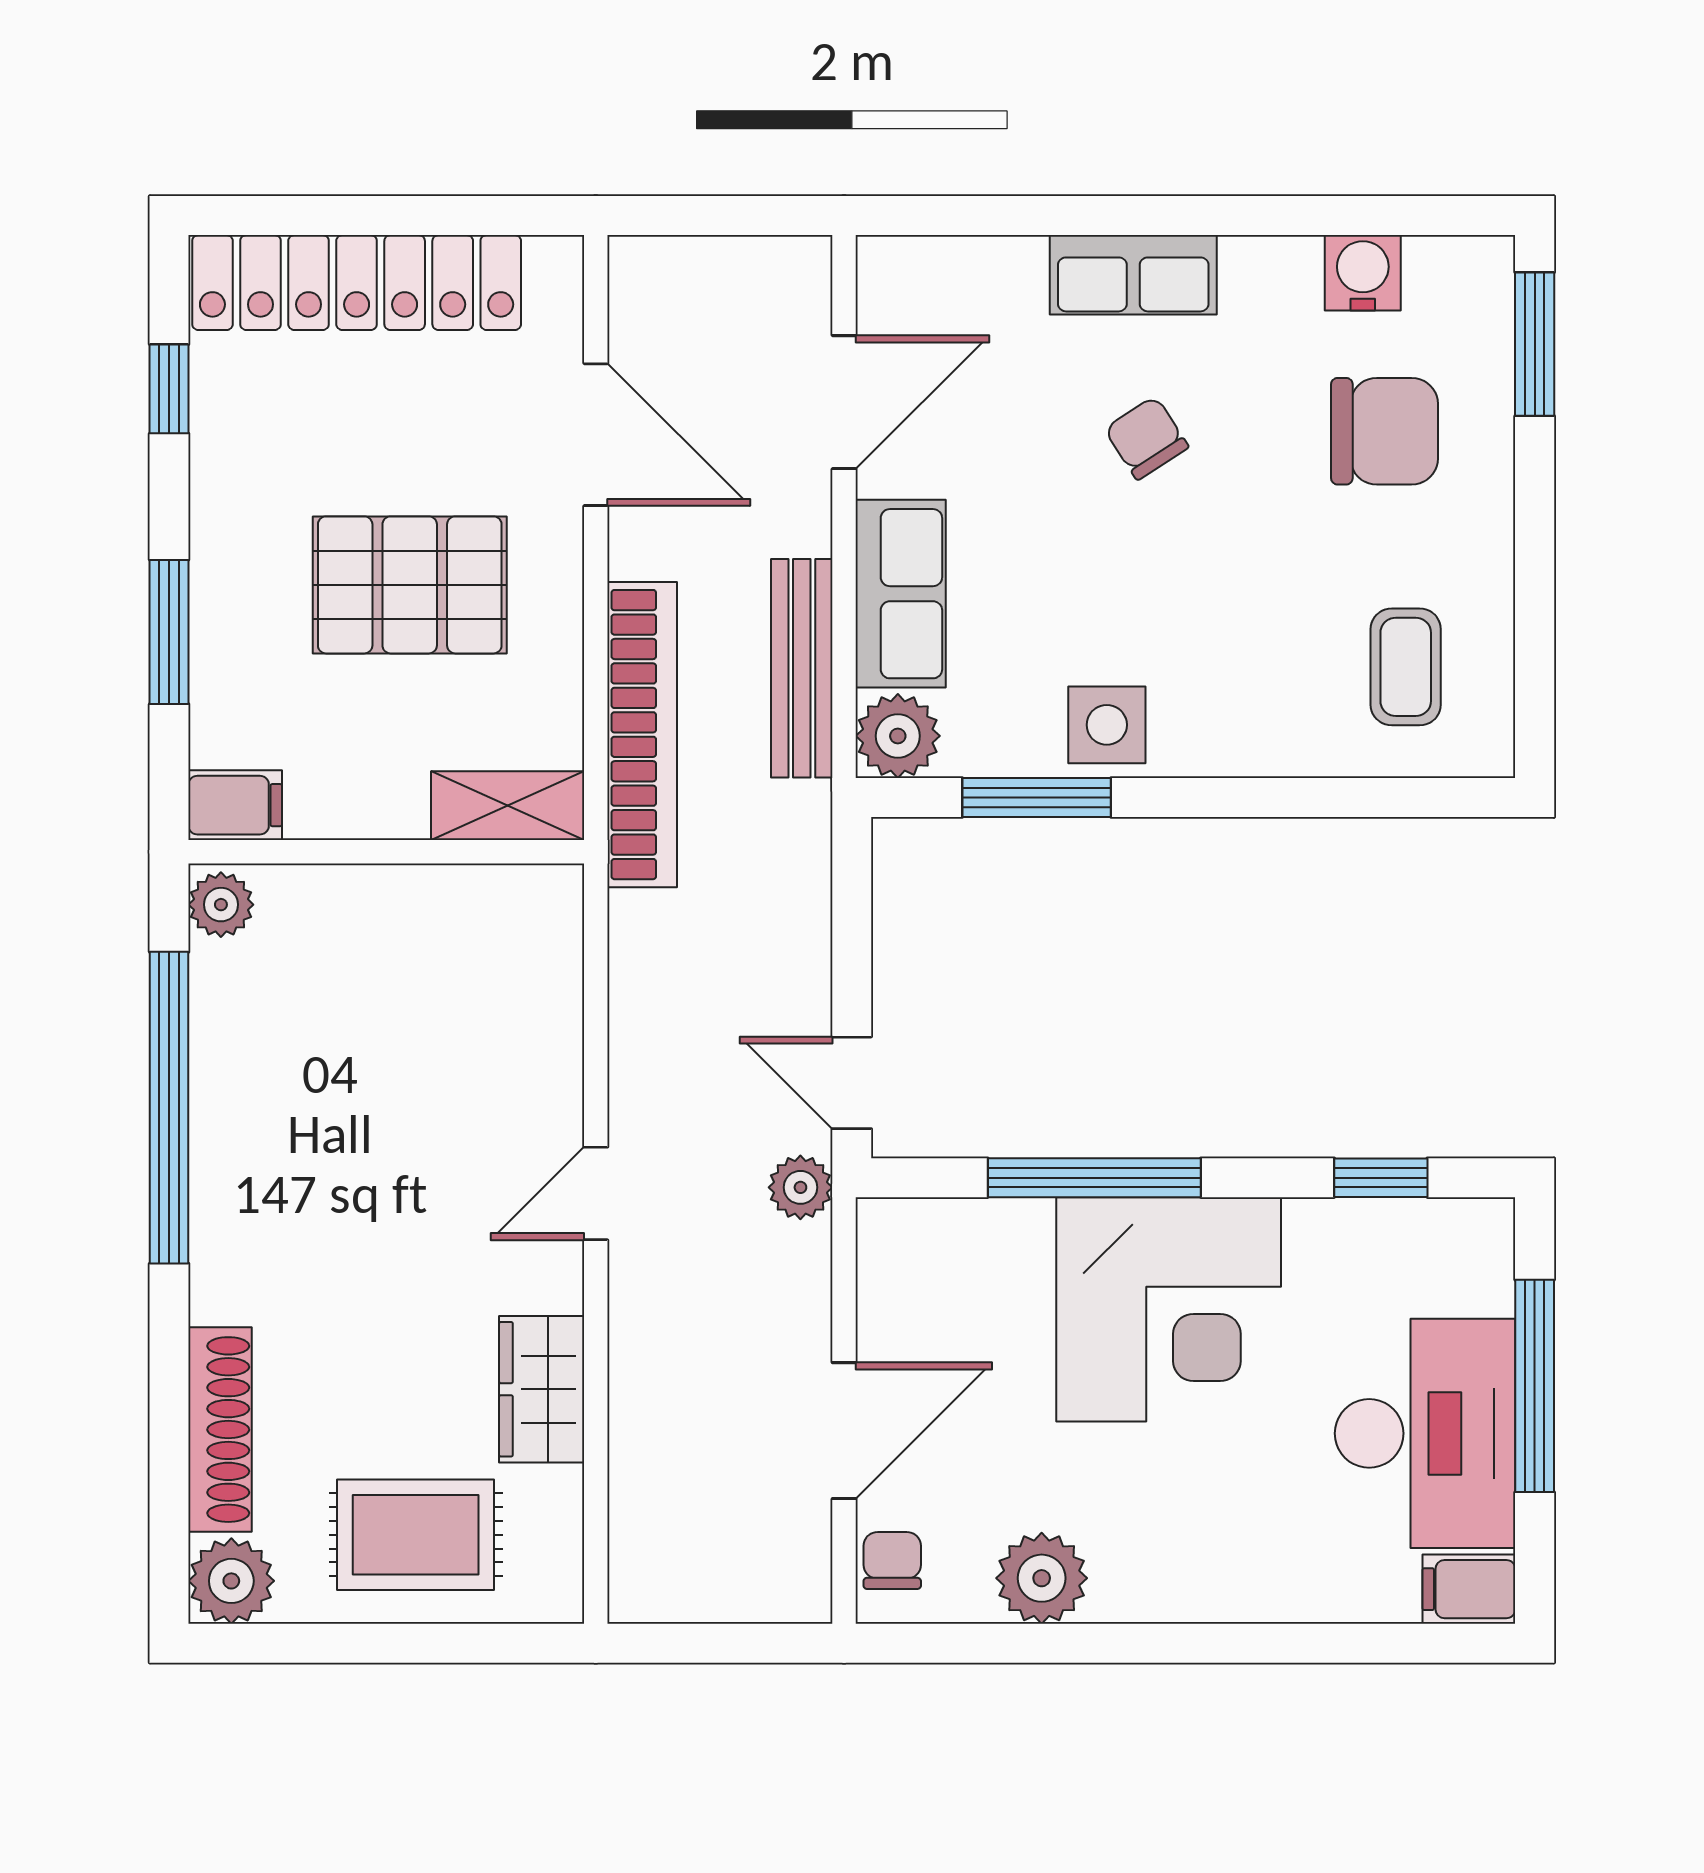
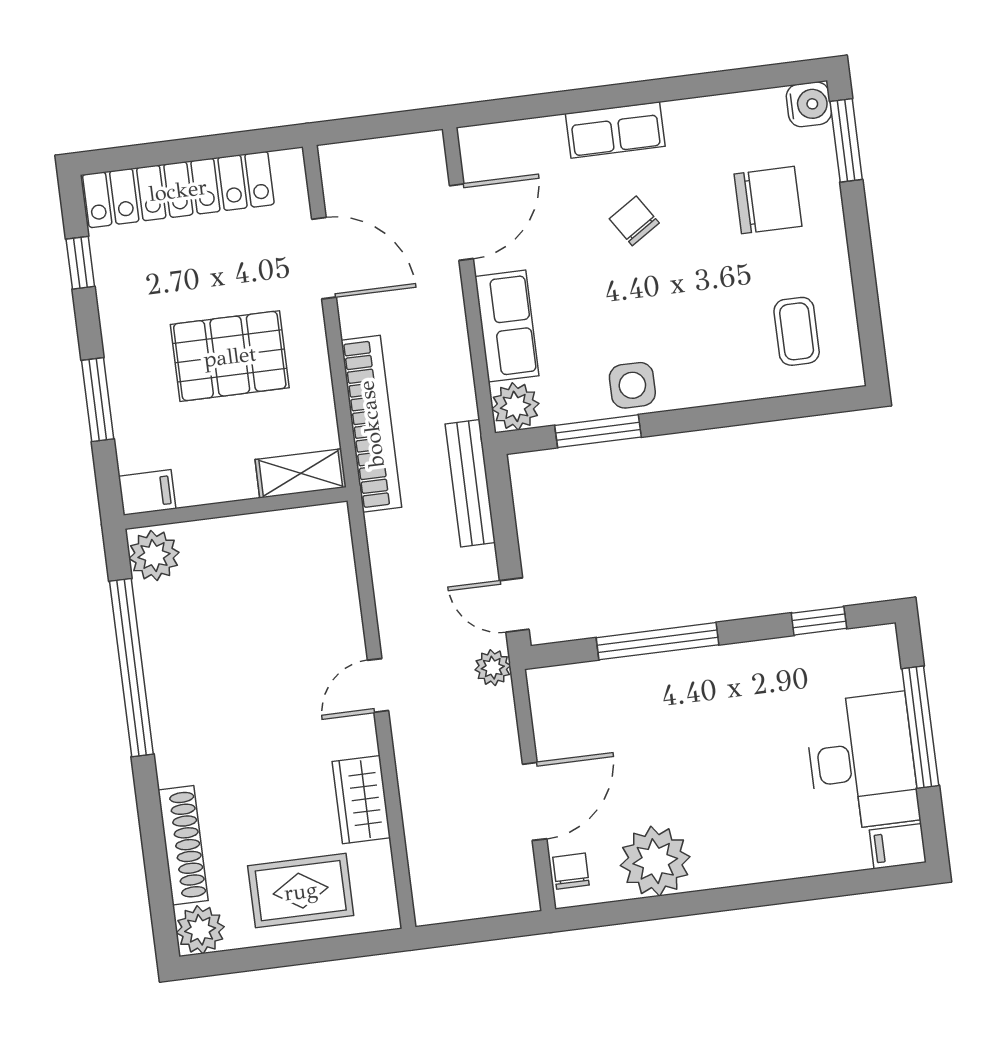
water cooler: (1363, 273) -> (809, 104), moved, turned 90
bench: (802, 668) -> (470, 483), moved
plant: (221, 905) -> (154, 555), width x1.38, depth x1.38
corner desk: (1169, 1309) -> (709, 710), removed
plant: (1042, 1578) -> (655, 861), width x1.36, depth x1.36

